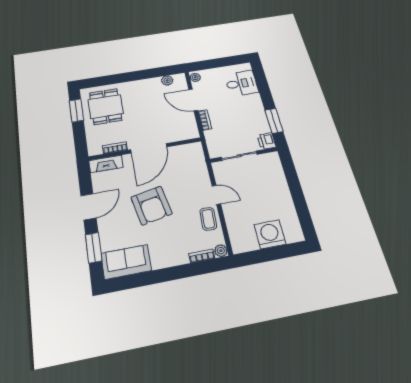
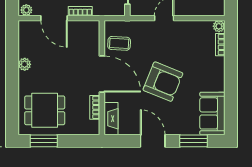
plant: (167, 80) -> (25, 64), moved
door: (193, 100) -> (54, 18), hinge flipped
armchair: (151, 205) -> (163, 82), turned 33
coffee table: (208, 219) -> (119, 43), moved

